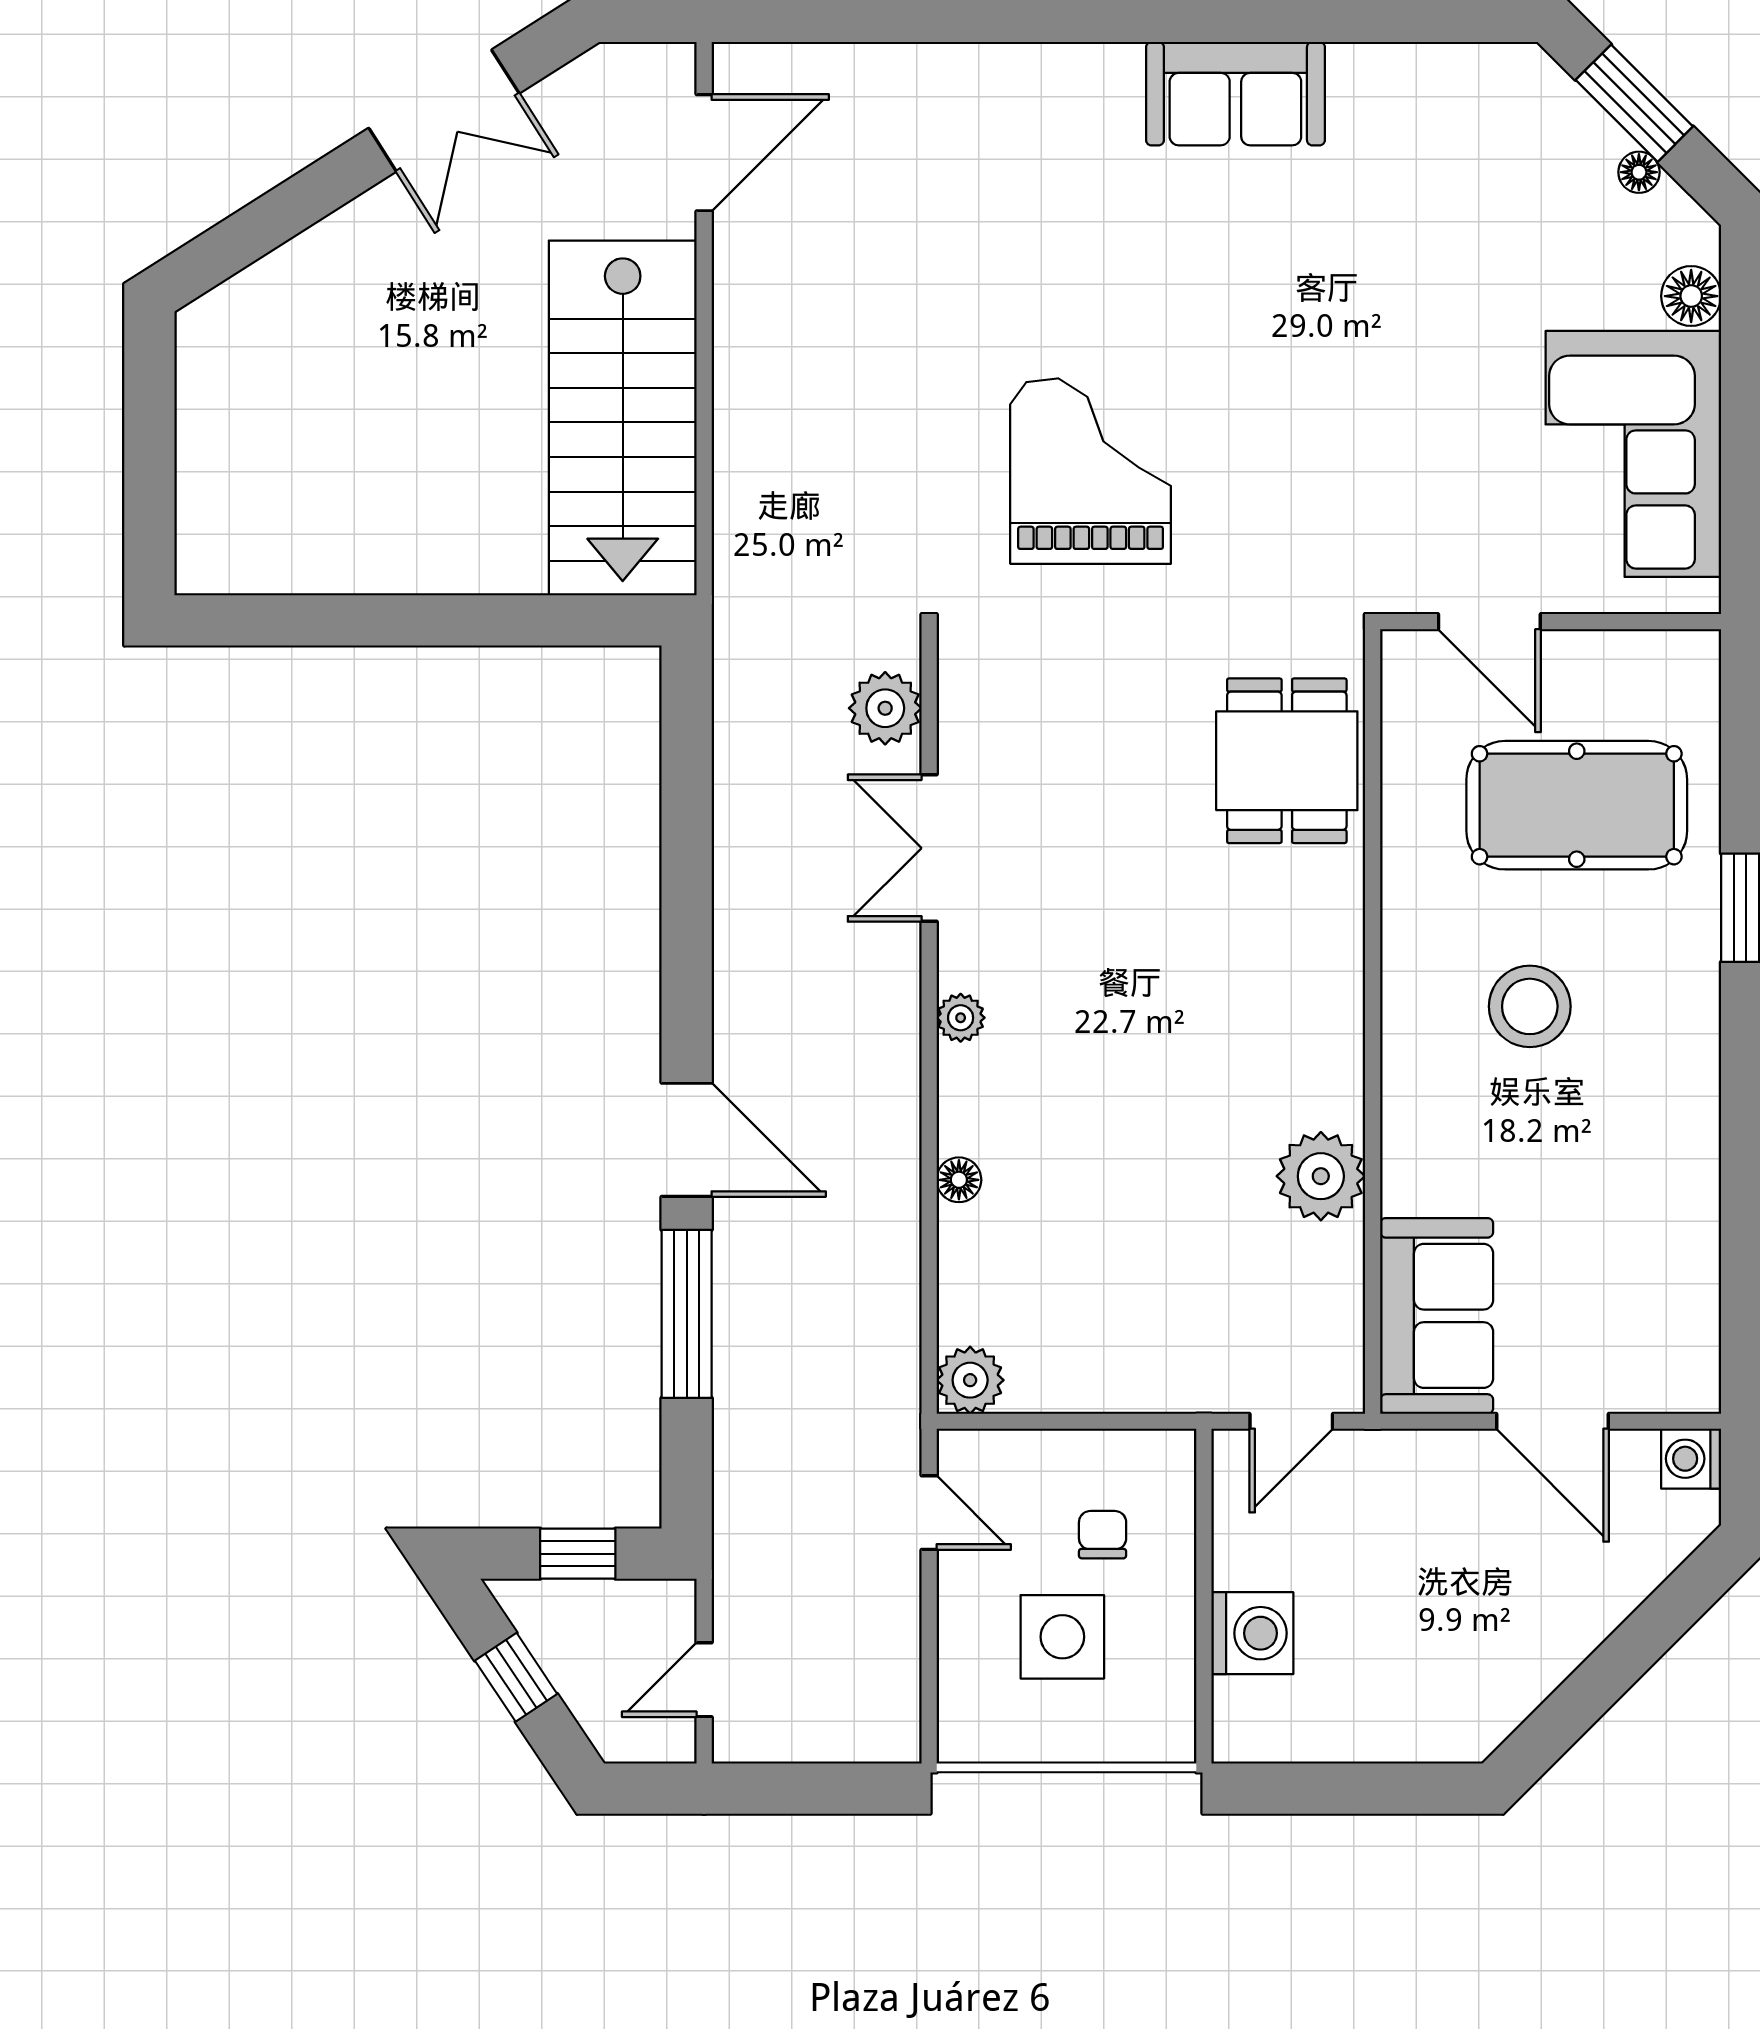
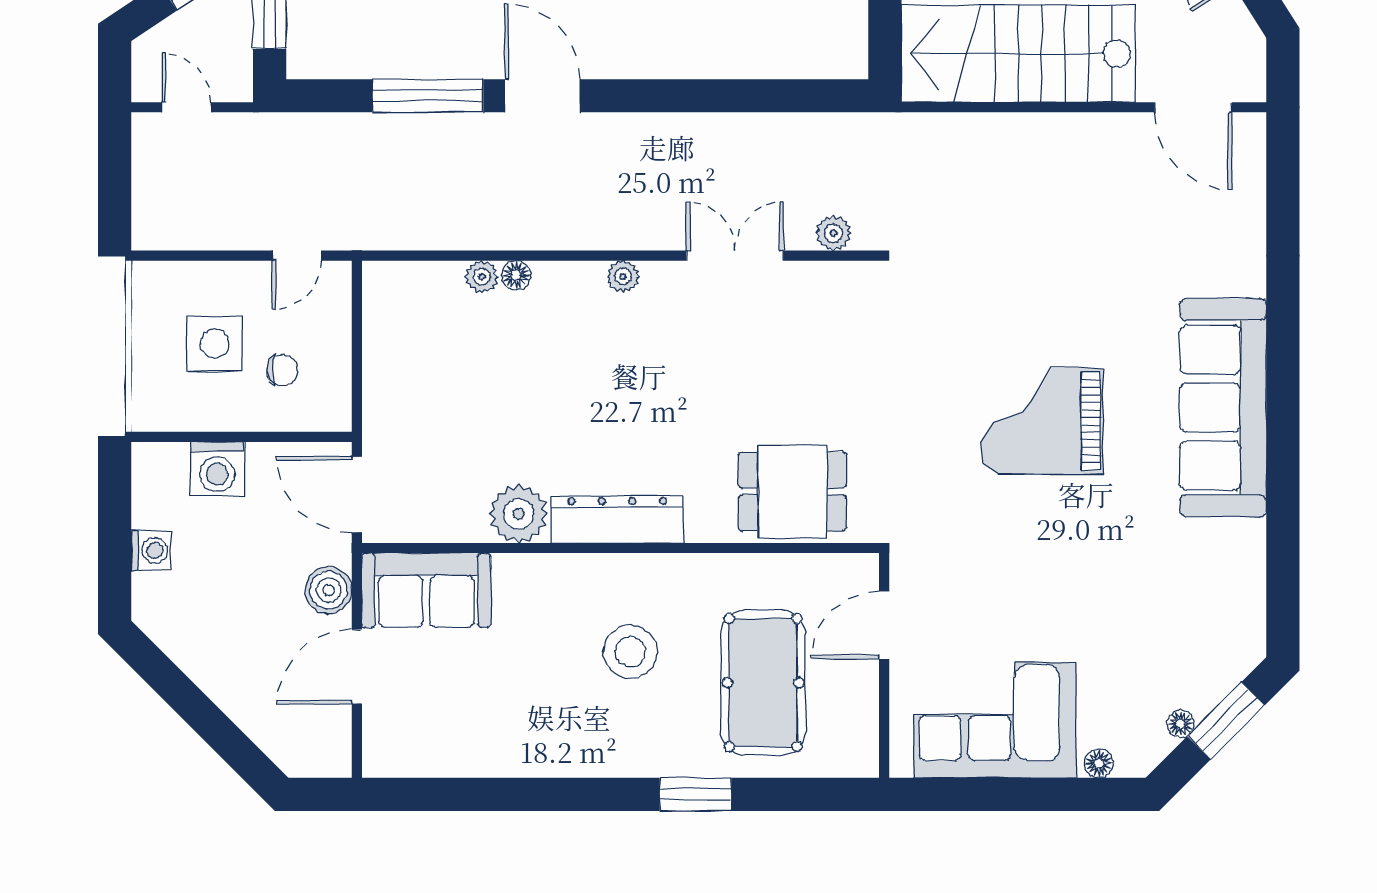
sofa: (1235, 94) -> (1223, 408), width x1.85, depth x1.27
floor lamp: (1691, 296) -> (1099, 764), width x0.73, depth x0.73
grand piano: (1091, 471) -> (1042, 421), moved, turned 180
plant: (885, 708) -> (834, 233), width x0.73, depth x0.73
dresser: (1329, 1027) -> (617, 519), added
door: (687, 1140) -> (542, 96), swing flipped
plant: (970, 1380) -> (482, 277), moved, width x0.73, depth x0.73
door: (1291, 1421) -> (357, 494), width x1.38
washing machine: (1691, 1459) -> (151, 550), moved, turned 90
boiler: (1436, 1464) -> (329, 590), added

